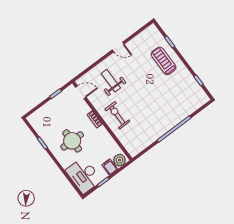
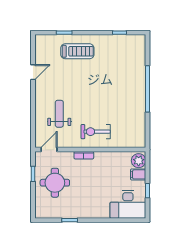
door: (118, 47) -> (33, 72), moved
treadmill: (164, 61) -> (77, 51), turned 180
weight bench: (111, 81) -> (59, 114), turned 90
round table: (72, 141) -> (55, 183), moved

